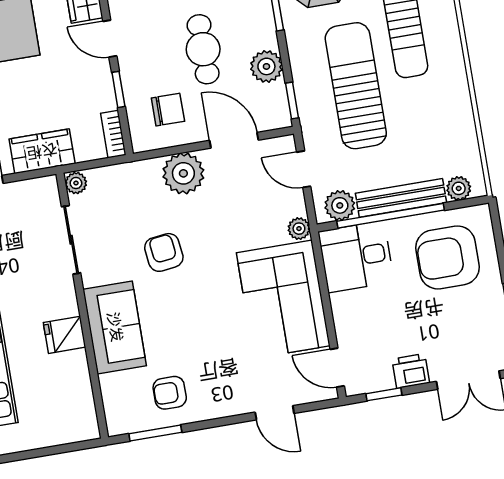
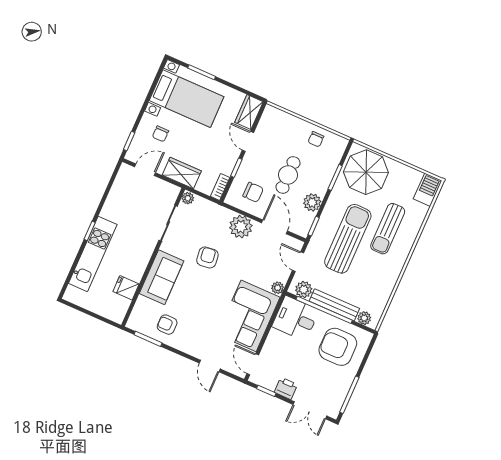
fridge: (65, 335) -> (126, 288), moved

